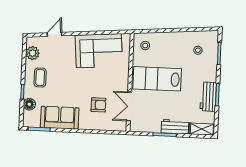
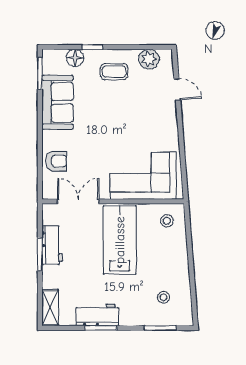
corner sofa: (99, 51) -> (143, 176), moved, turned 94
armchair: (98, 105) -> (56, 161), moved, turned -90
workbench: (175, 127) -> (52, 245), moved

